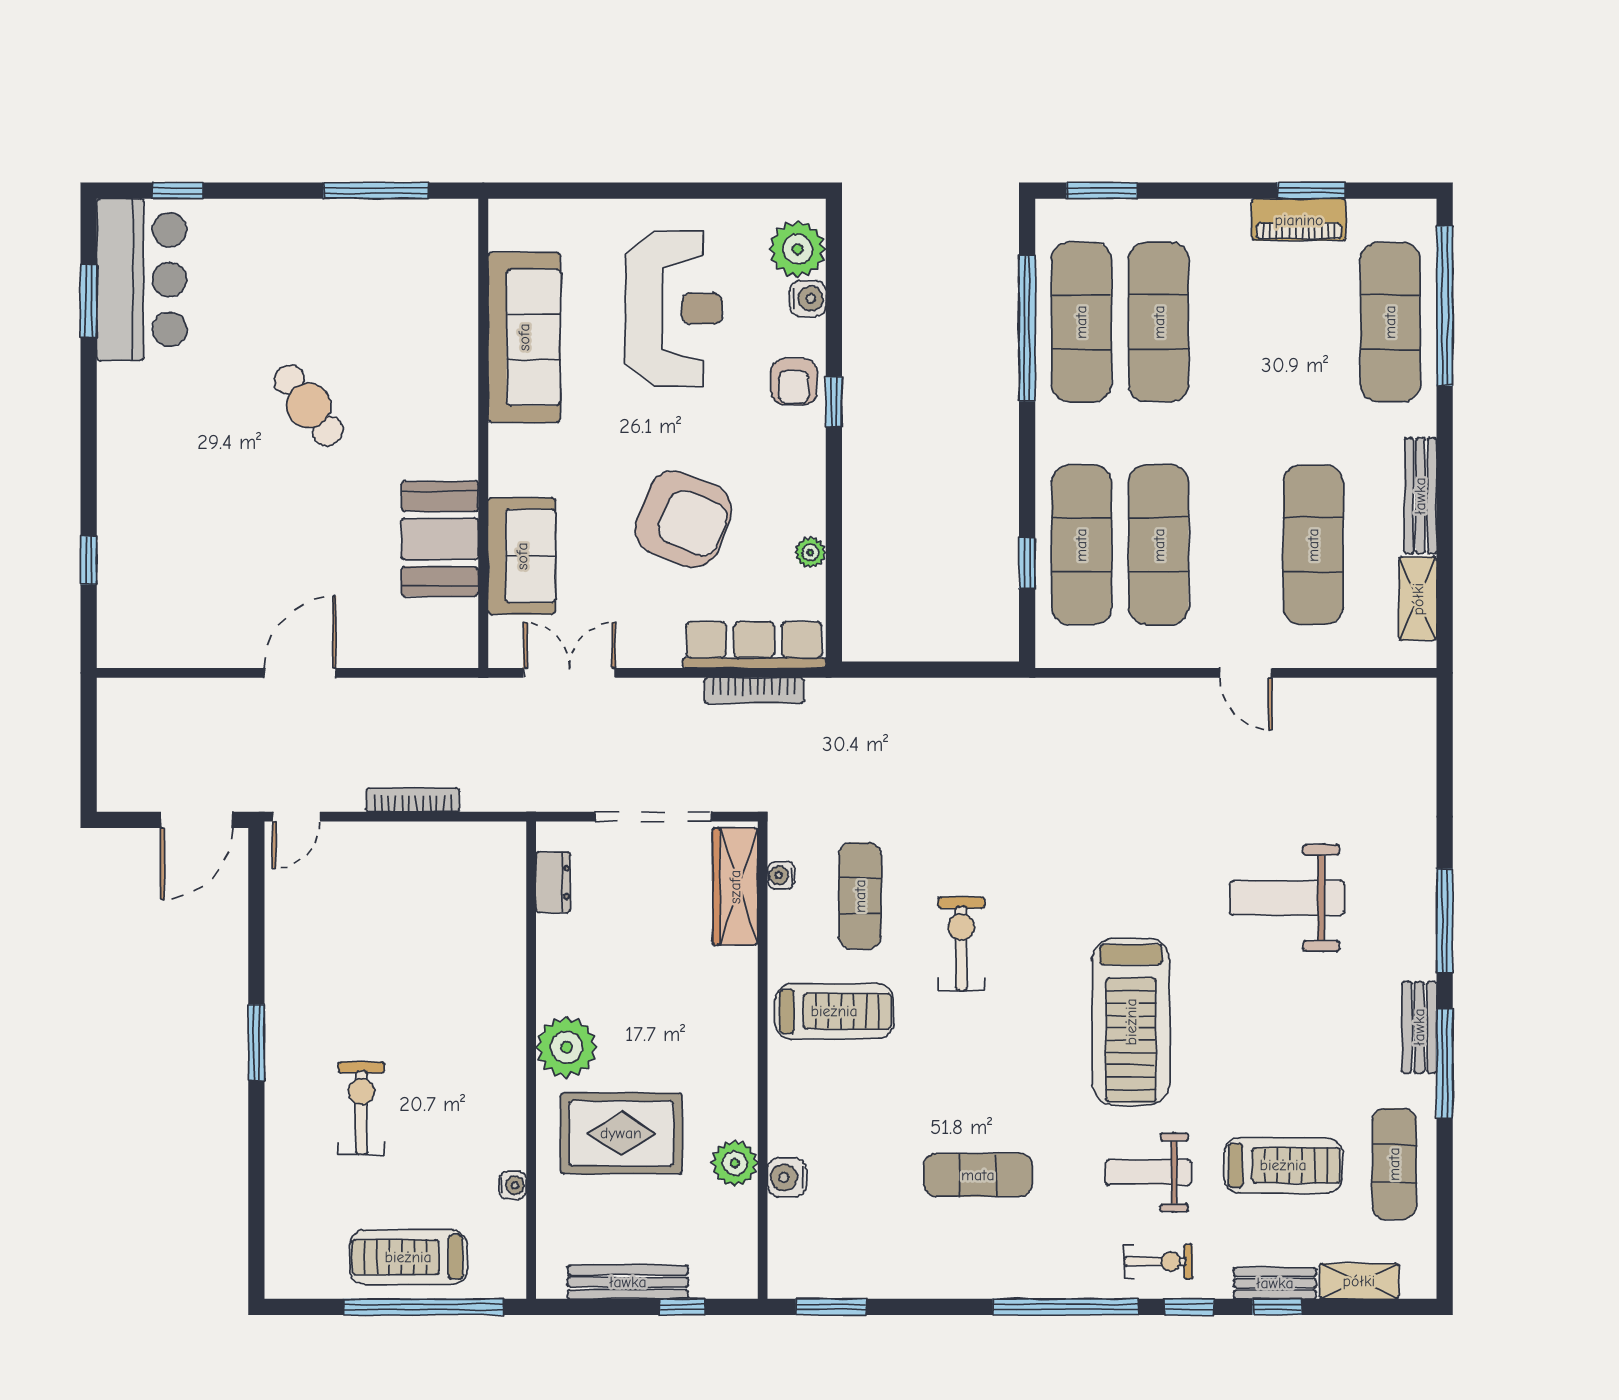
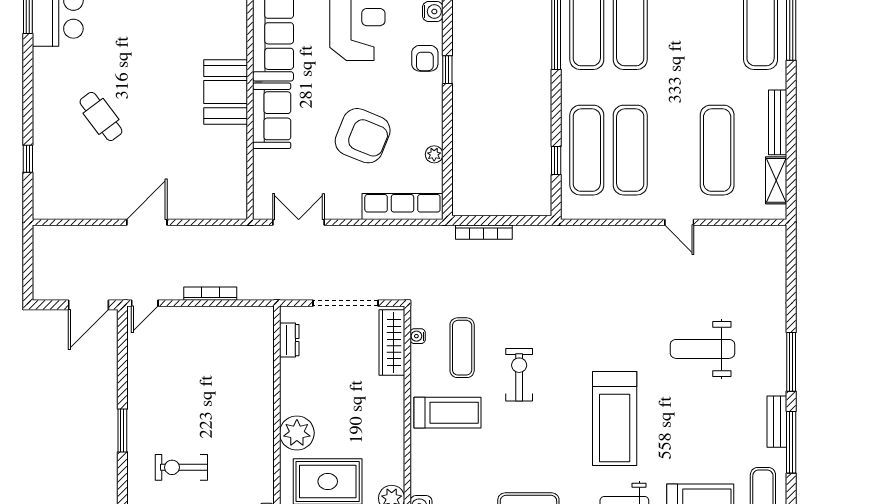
cafe table: (308, 405) -> (101, 116), moved
booth: (440, 539) -> (226, 92), moved
sofa: (522, 556) -> (272, 116), moved
bookcase: (754, 691) -> (484, 232), moved
exercise bike: (361, 1108) -> (181, 467), turned -90

